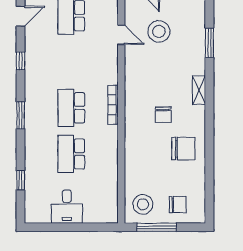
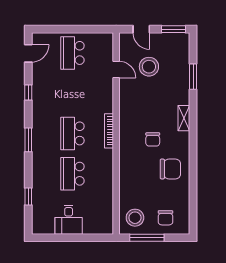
chair: (178, 204) -> (165, 218), turned 90

